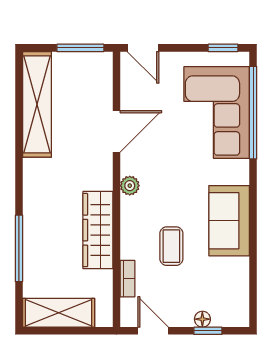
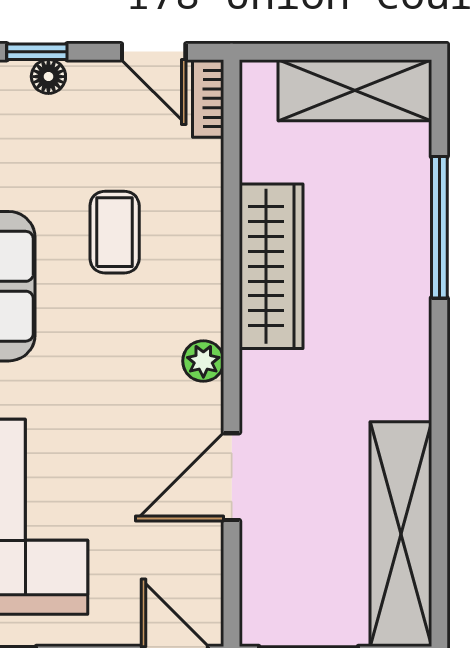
bookcase: (127, 279) -> (208, 98), moved

